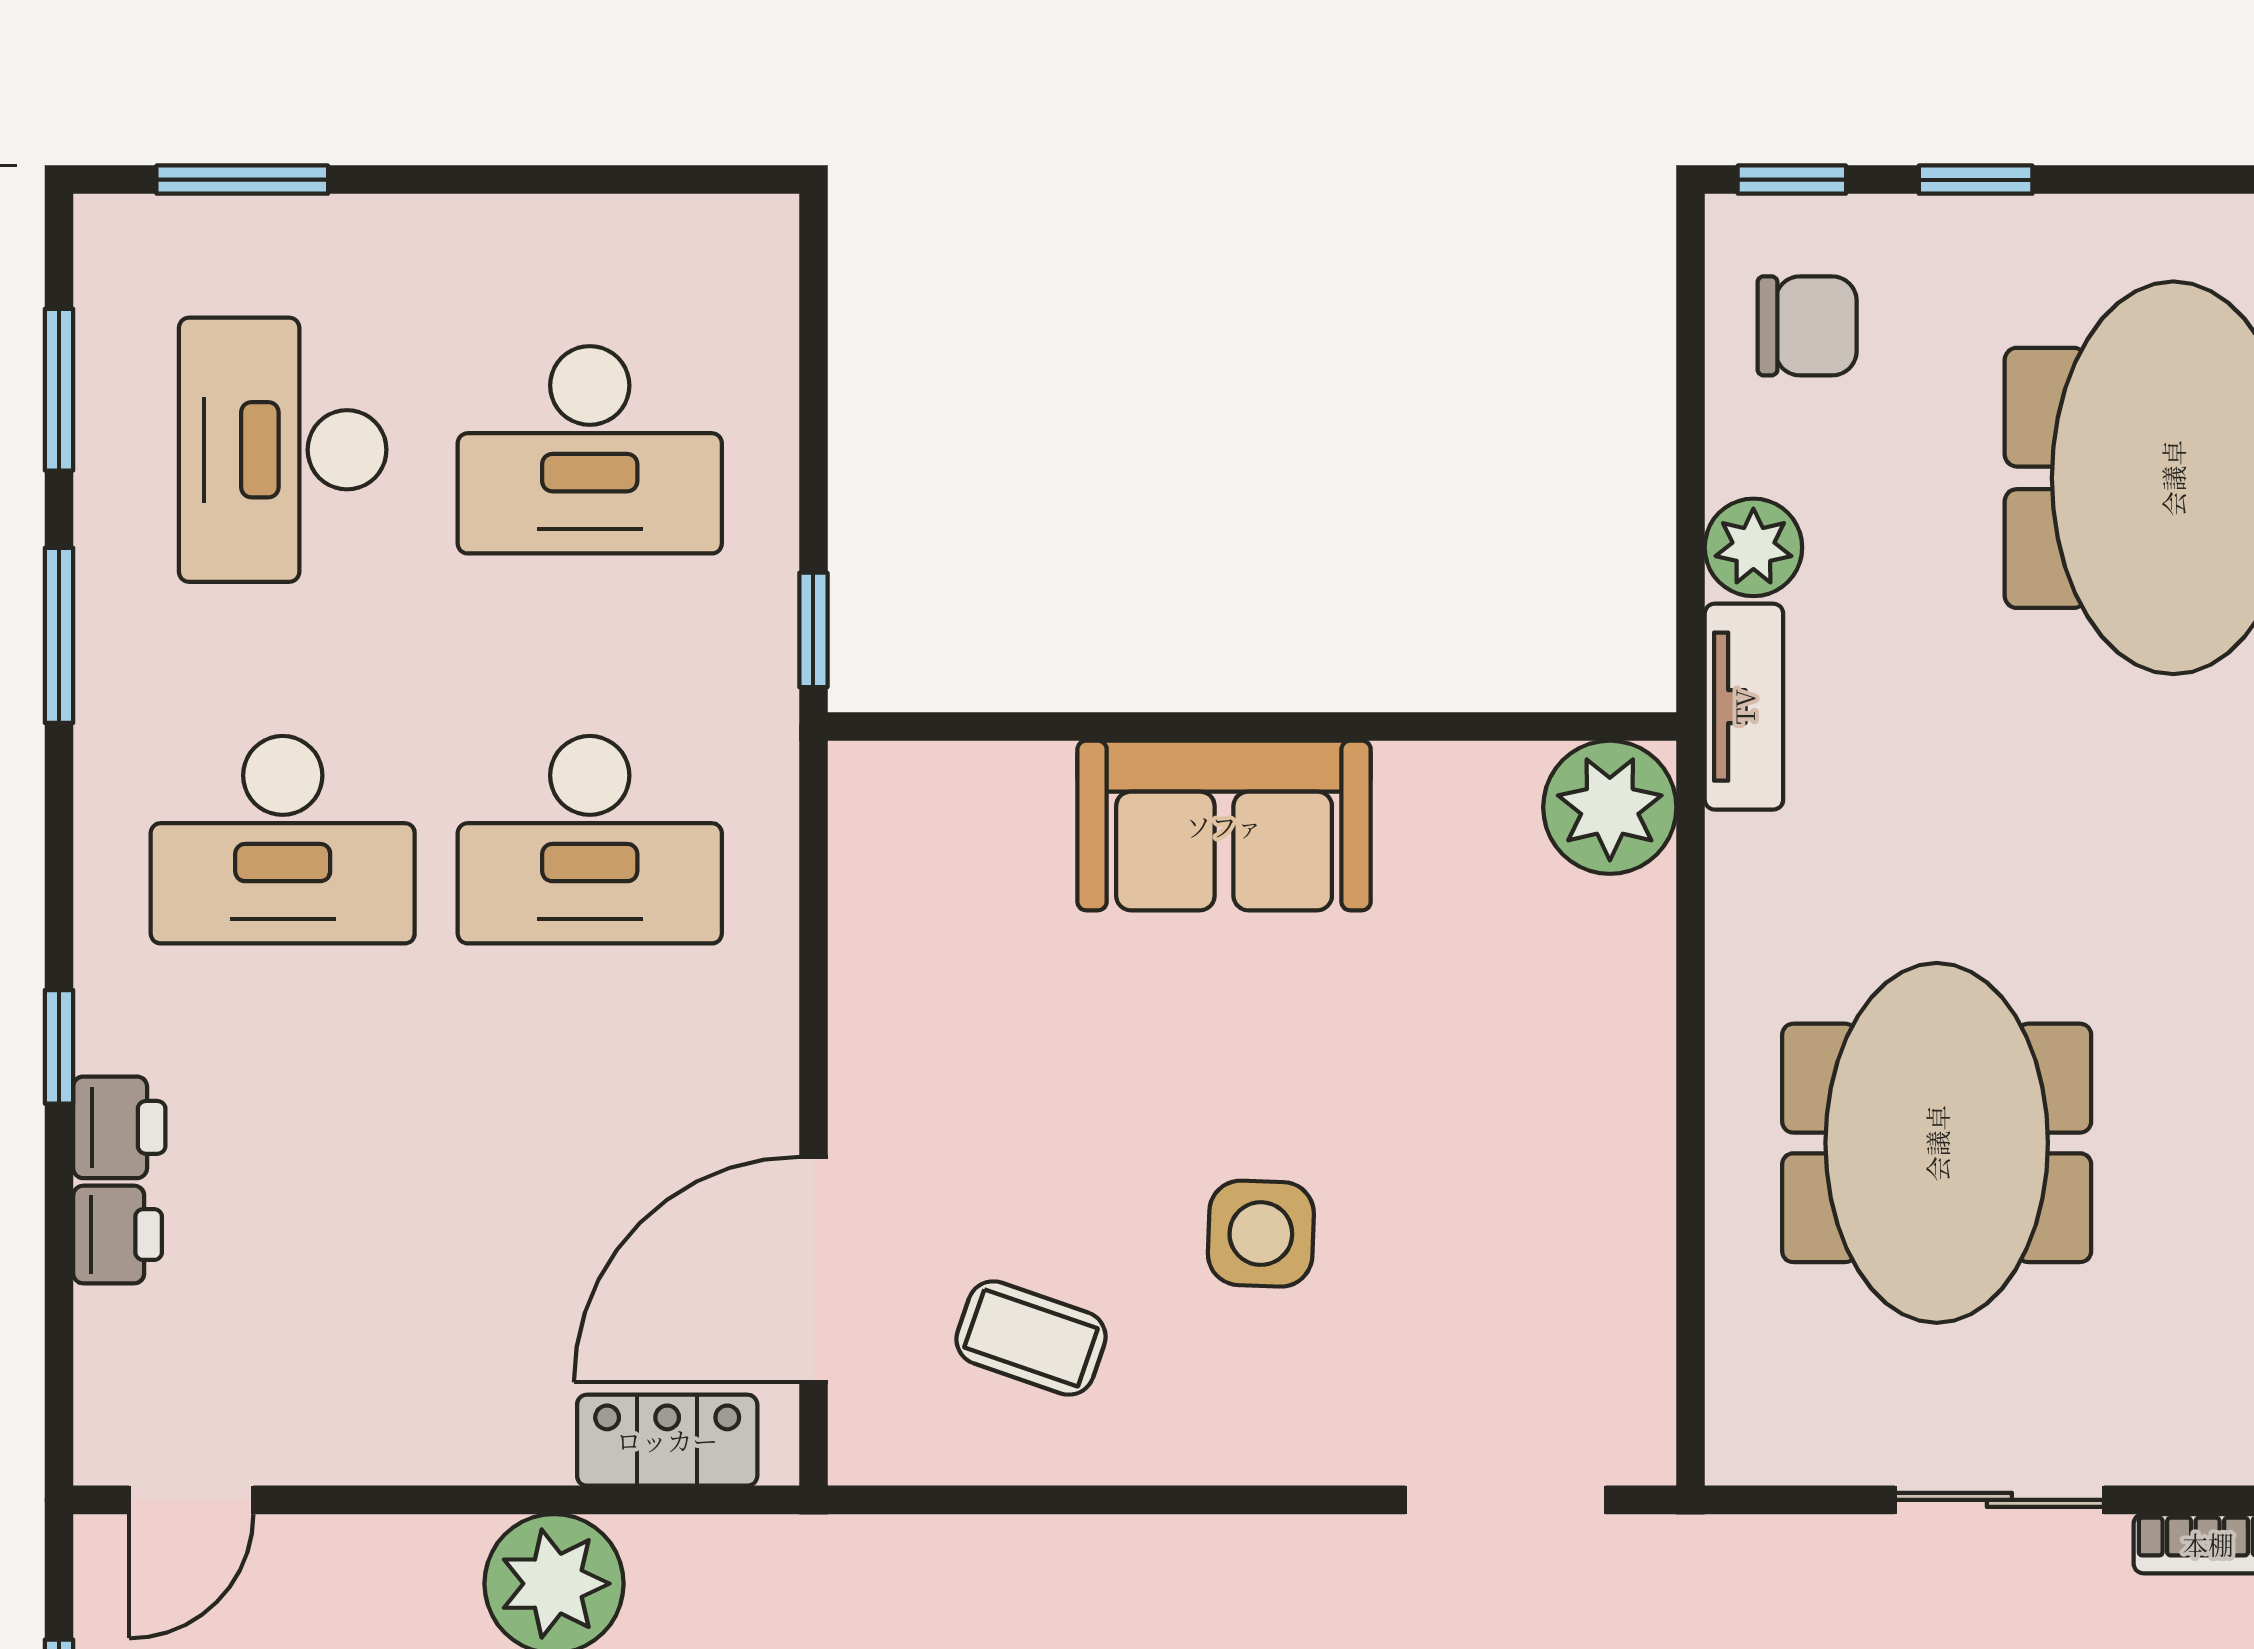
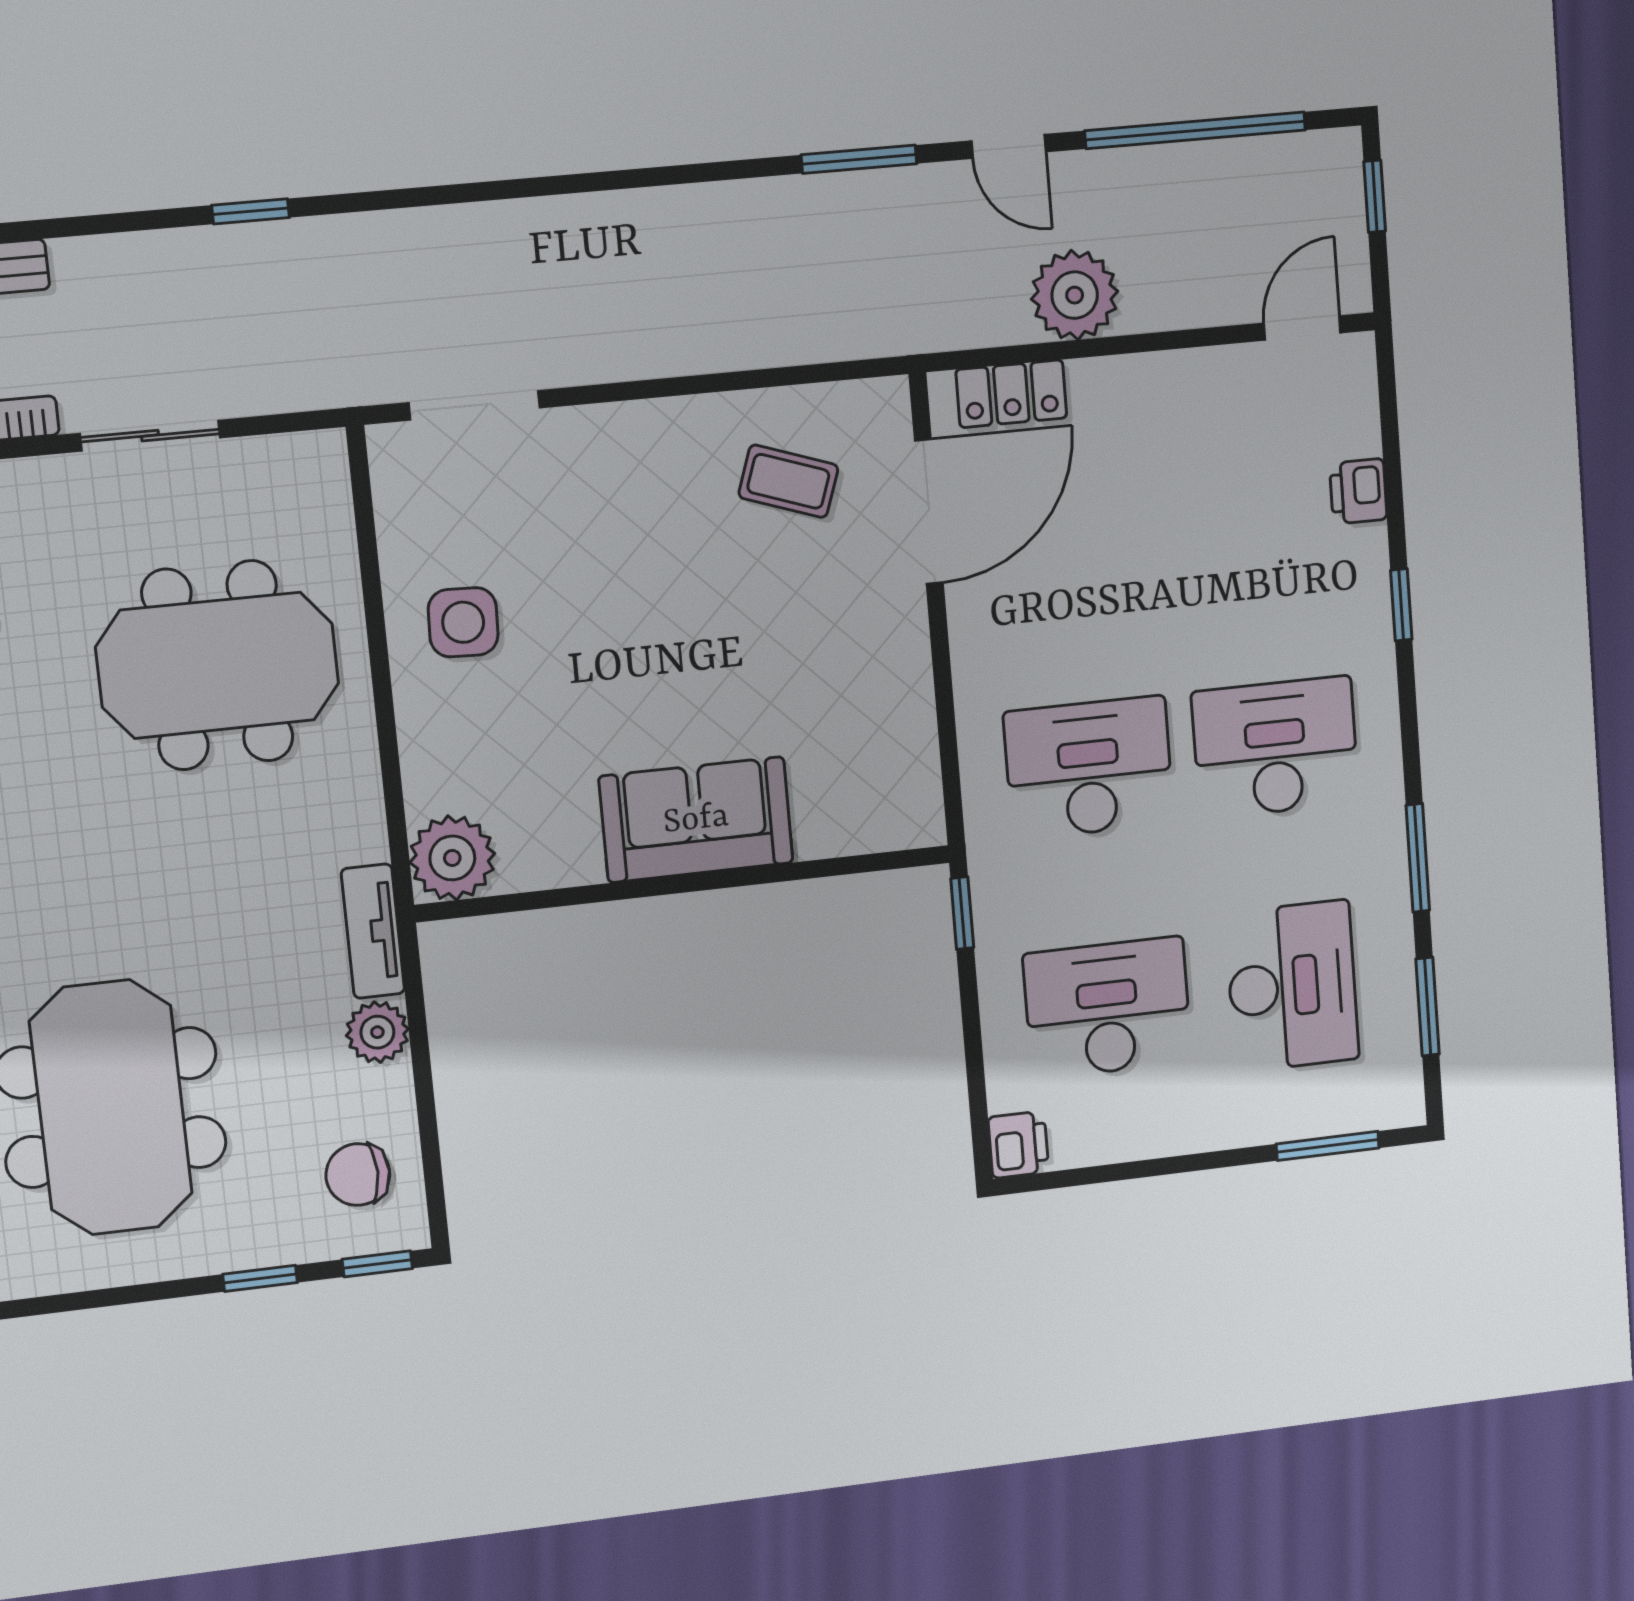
printer: (119, 1127) -> (1018, 1145), moved, turned 180
meeting table: (1937, 1143) -> (217, 665), turned 90
side table: (1261, 1234) -> (463, 622), moved

